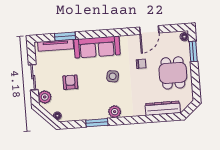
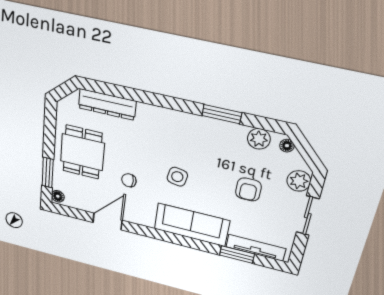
plant: (115, 112) -> (259, 139), moved

